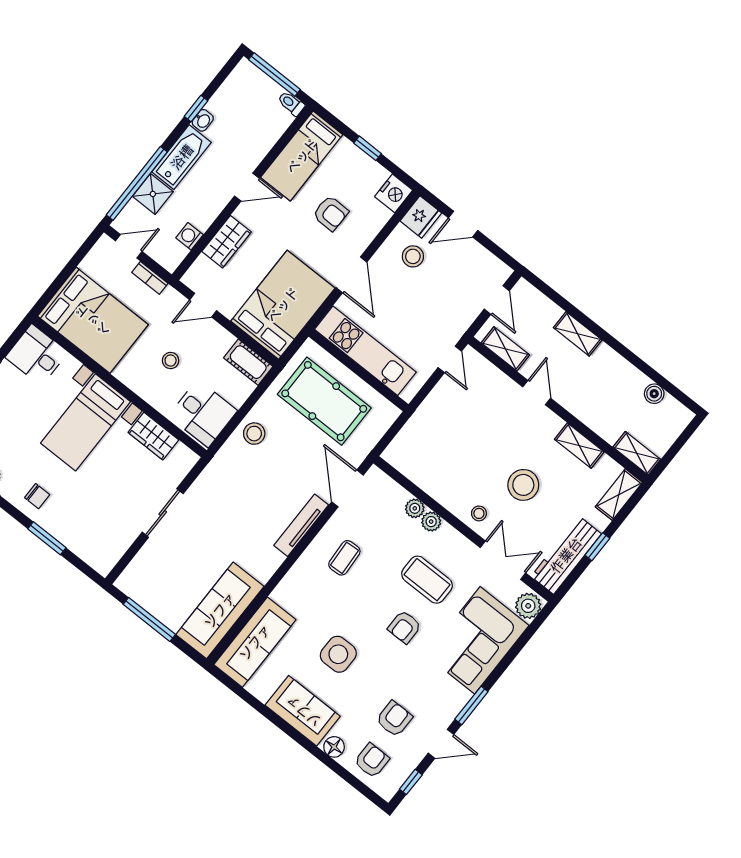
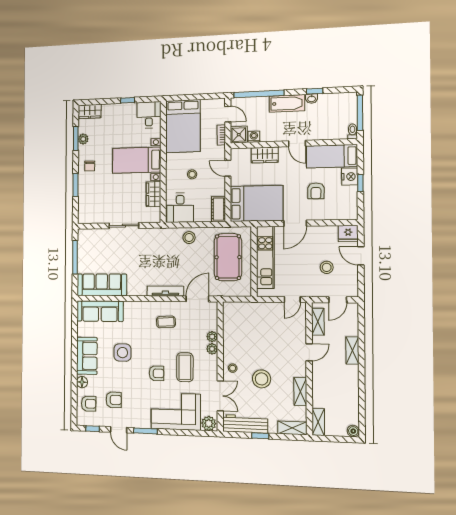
nightstand: (394, 193) -> (350, 177), moved, turned -90
shower: (153, 194) -> (239, 135), moved
stool: (413, 256) -> (327, 267), moved
boiler: (654, 394) -> (353, 431), moved
armchair: (404, 627) -> (156, 373), turned 180

